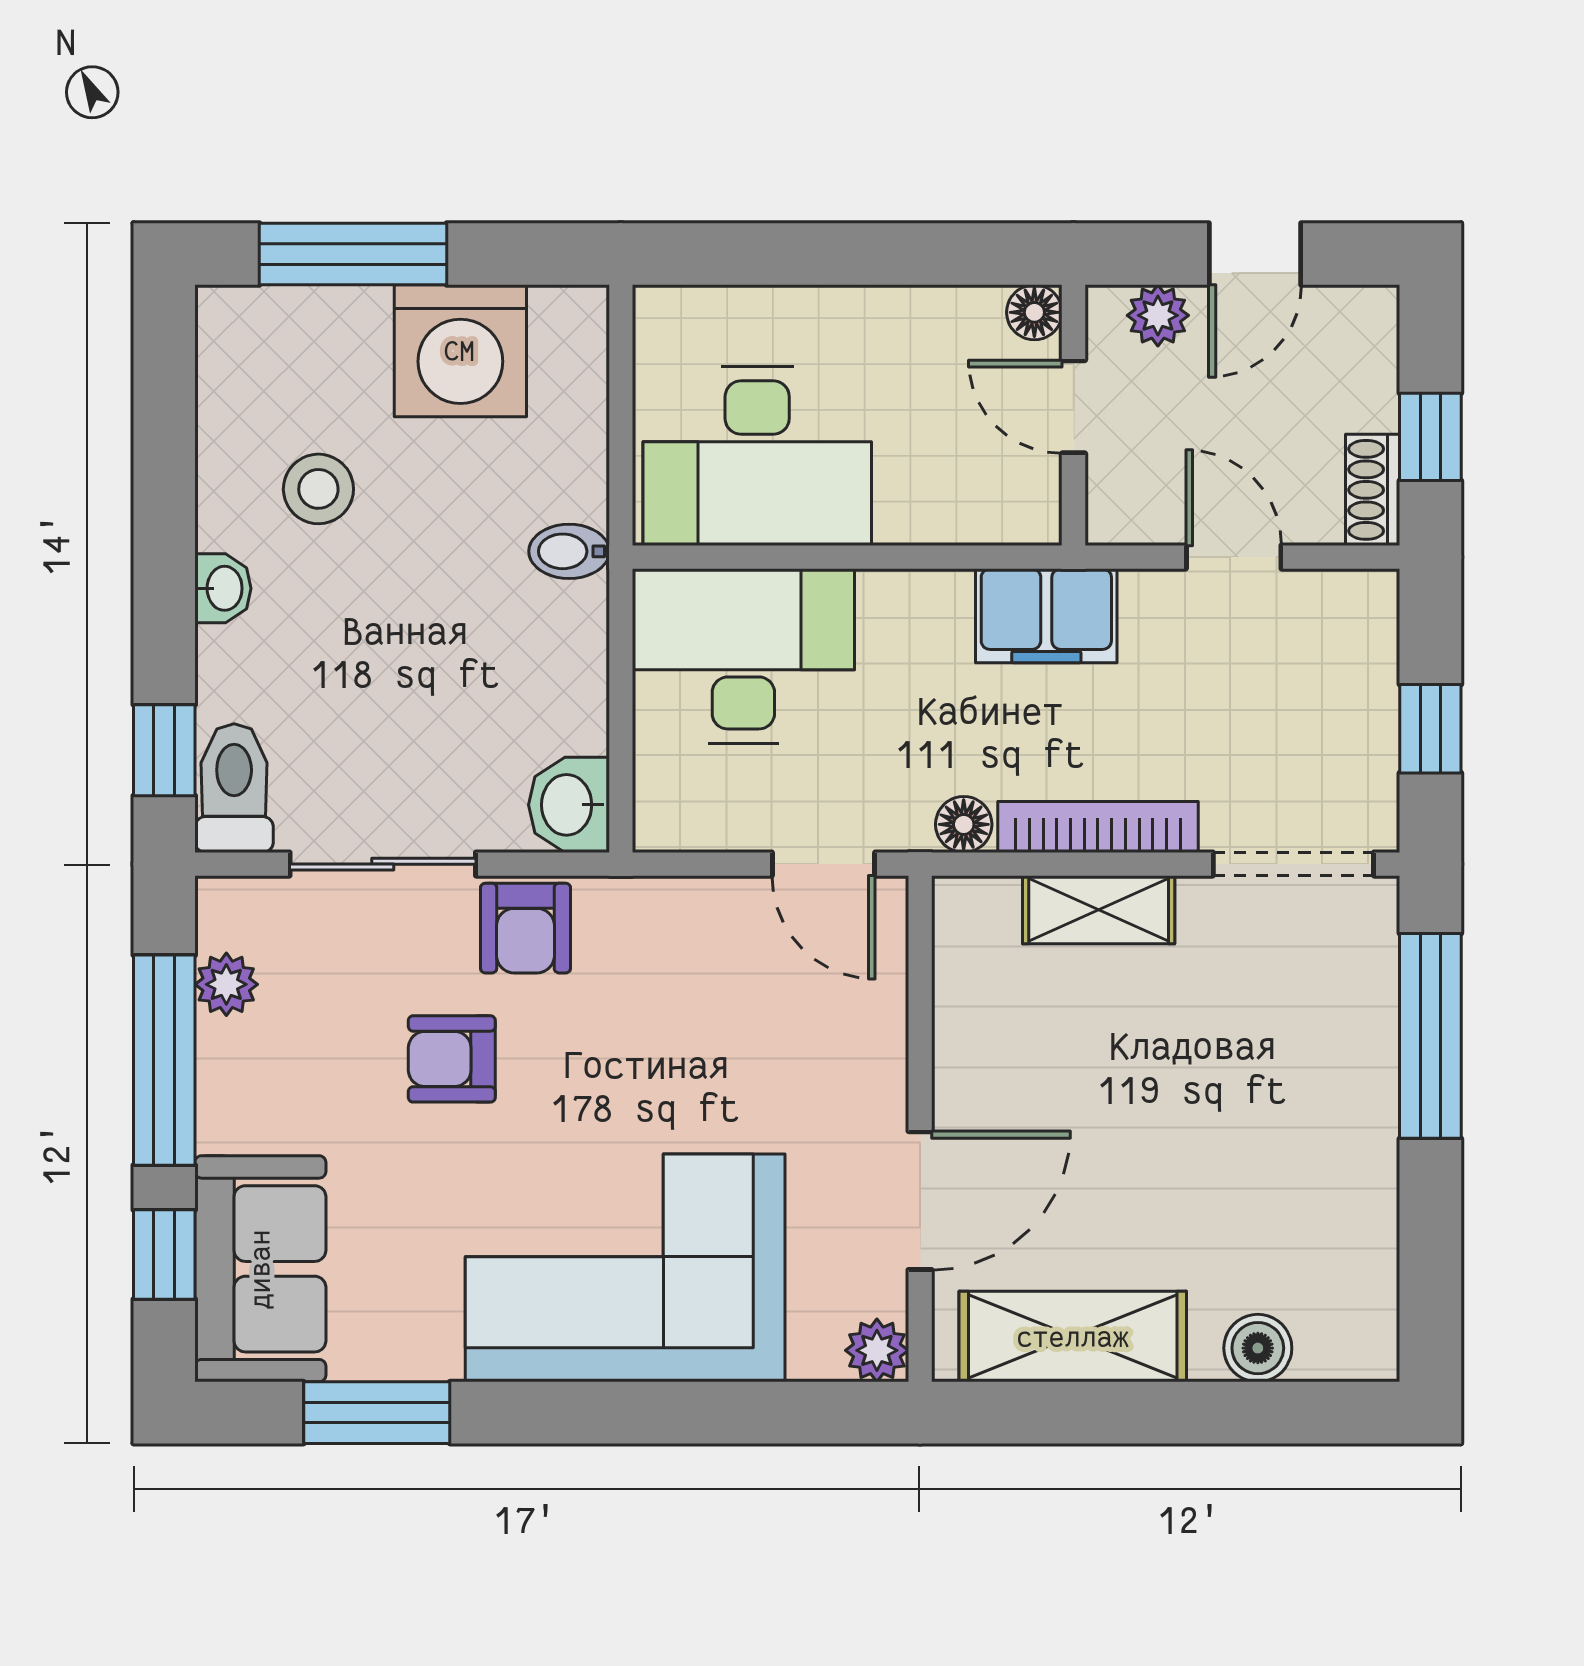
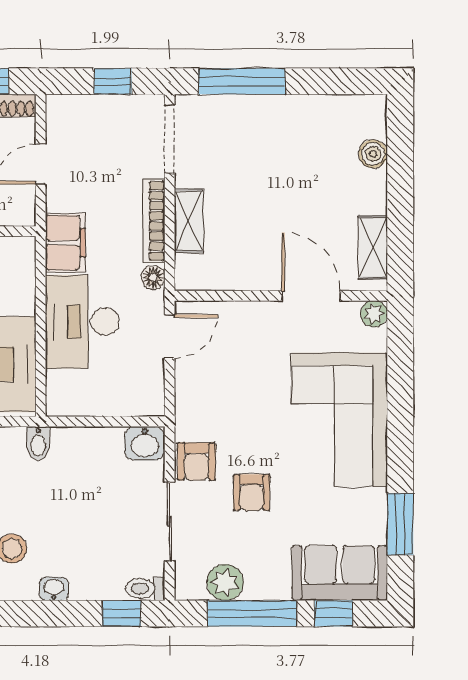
desk: (743, 656) -> (82, 322), moved
toilet: (234, 788) -> (145, 589), width x0.73, depth x0.72
armchair: (525, 928) -> (197, 462), turned 90
plant: (226, 984) -> (225, 582), width x1.38, depth x1.38
shelving: (1073, 1337) -> (373, 248), width x0.67, depth x0.75

